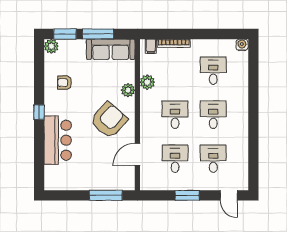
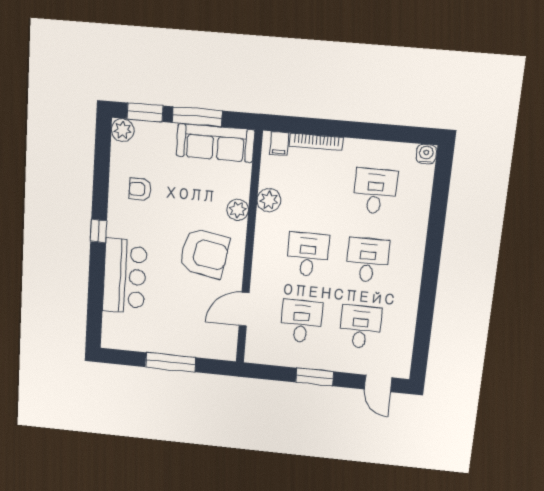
armchair: (109, 120) -> (204, 253), turned 59
window: (106, 195) -> (171, 362), moved

